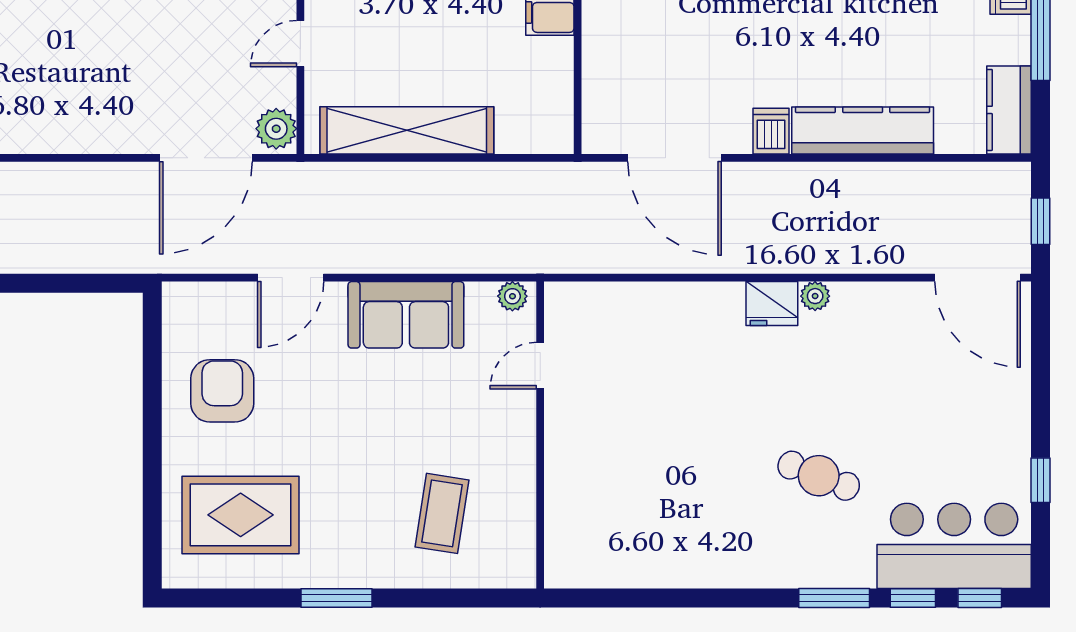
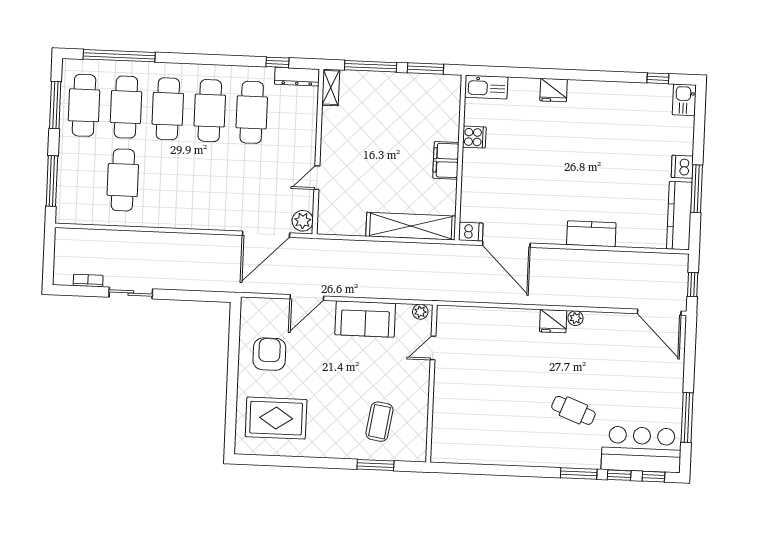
kitchen counter: (1009, 110) -> (679, 216), width x1.50
shelving: (407, 130) -> (411, 226), moved
kitchen counter: (863, 130) -> (591, 234), width x0.67
dishwasher: (771, 131) -> (471, 232), moved, turned 90
window: (1040, 480) -> (687, 418), width x2.17
window: (336, 598) -> (375, 465), moved

